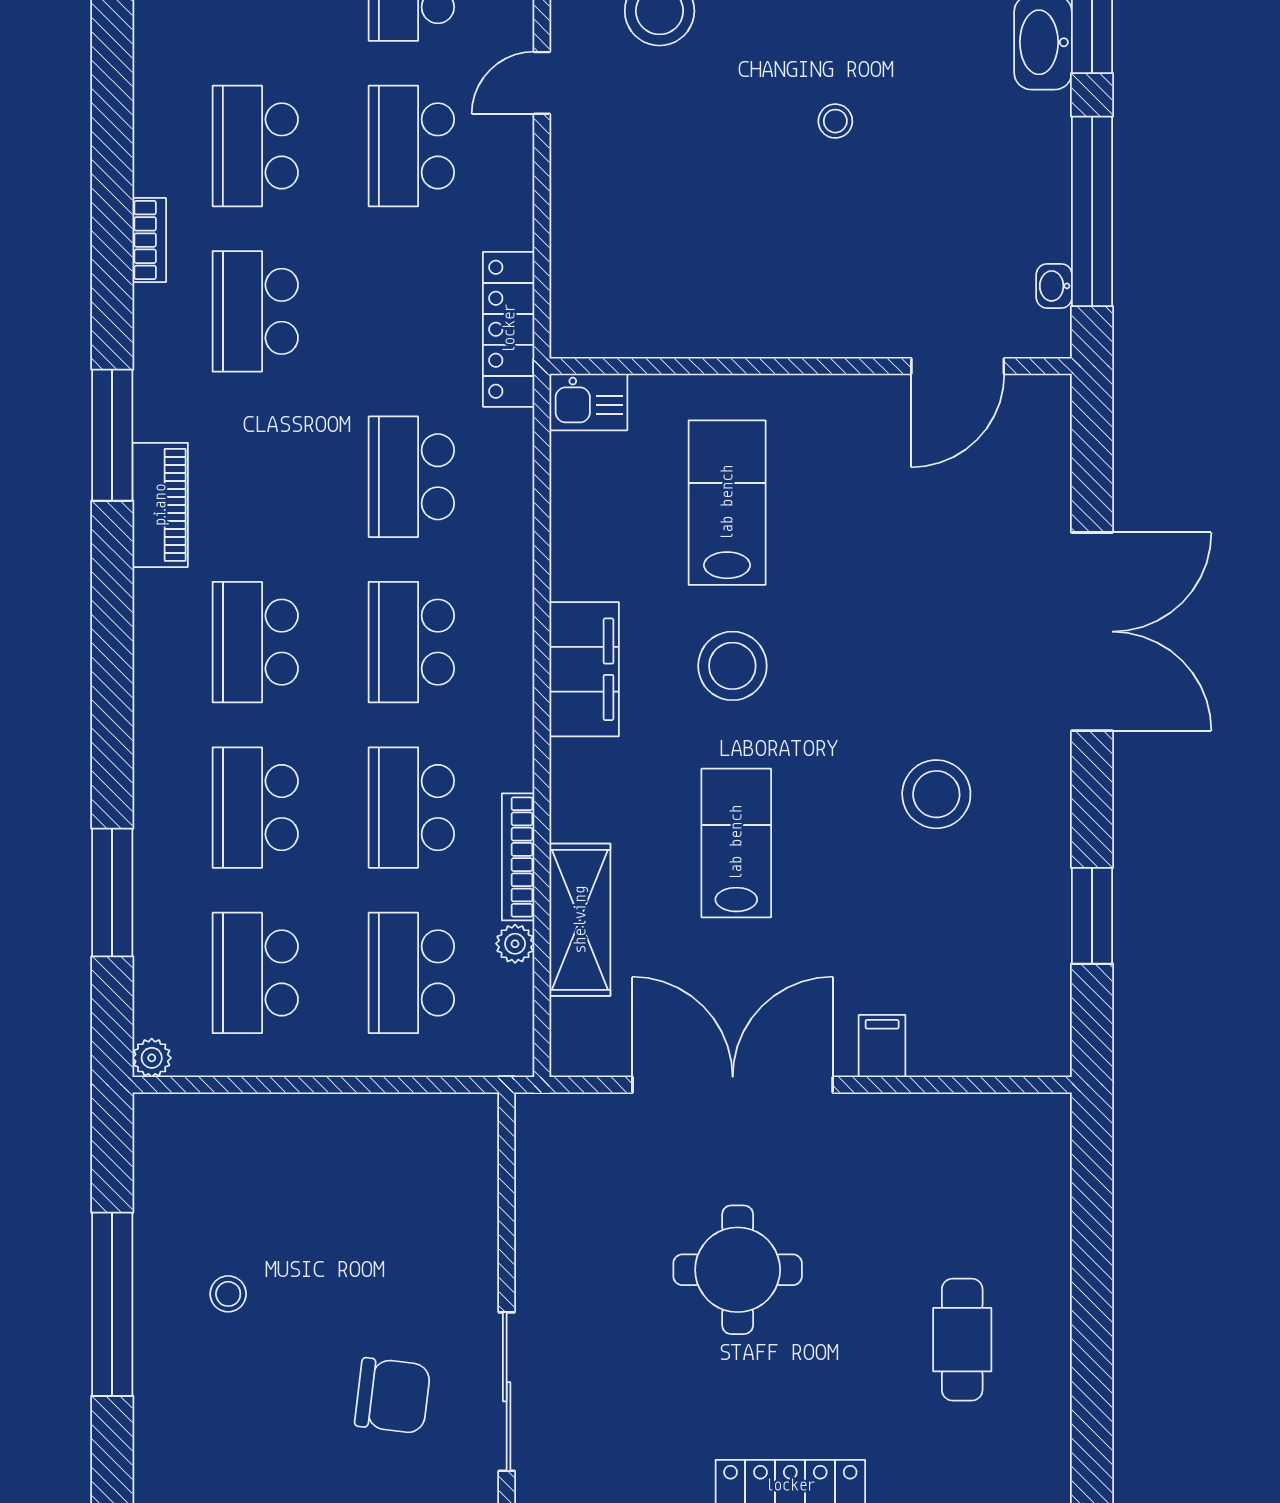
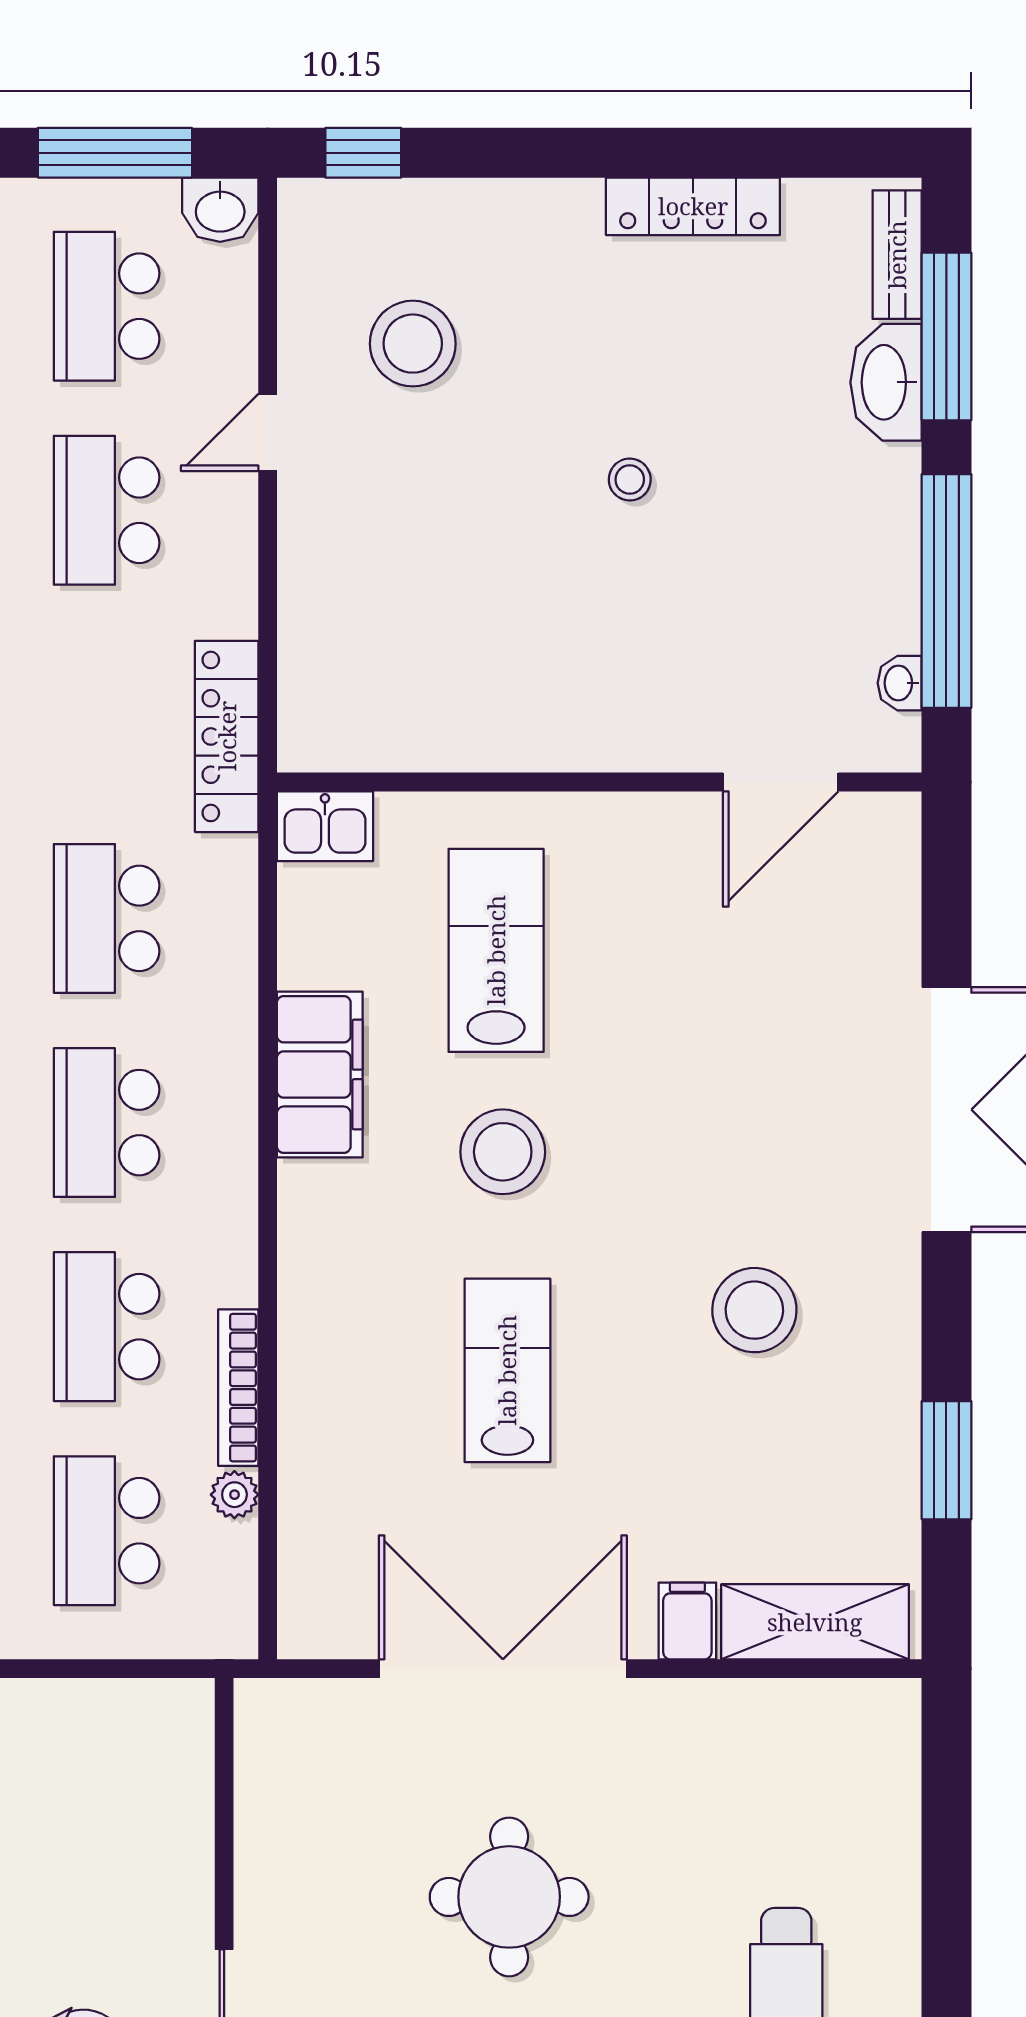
filing cabinet: (584, 669) -> (320, 1074), moved
shelving: (580, 920) -> (815, 1622), moved, turned 90

